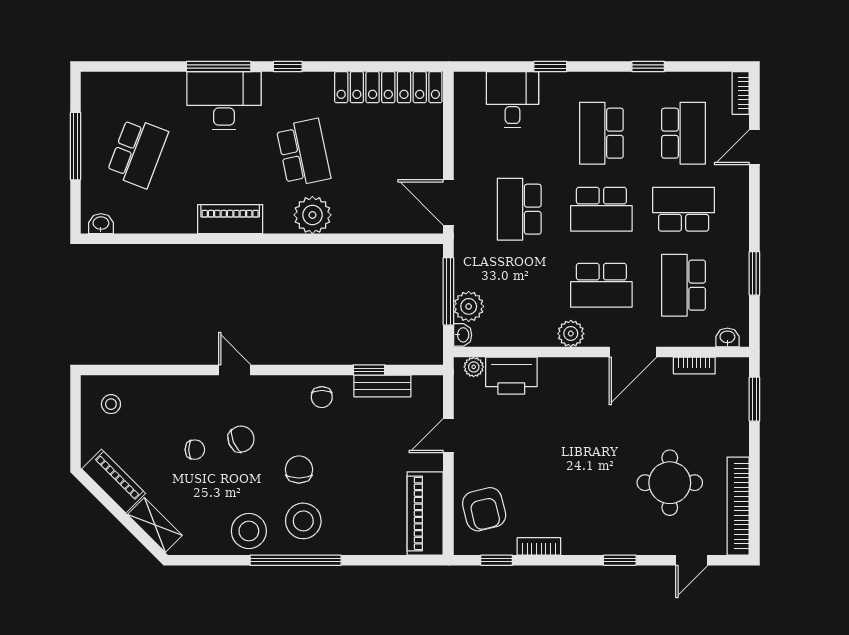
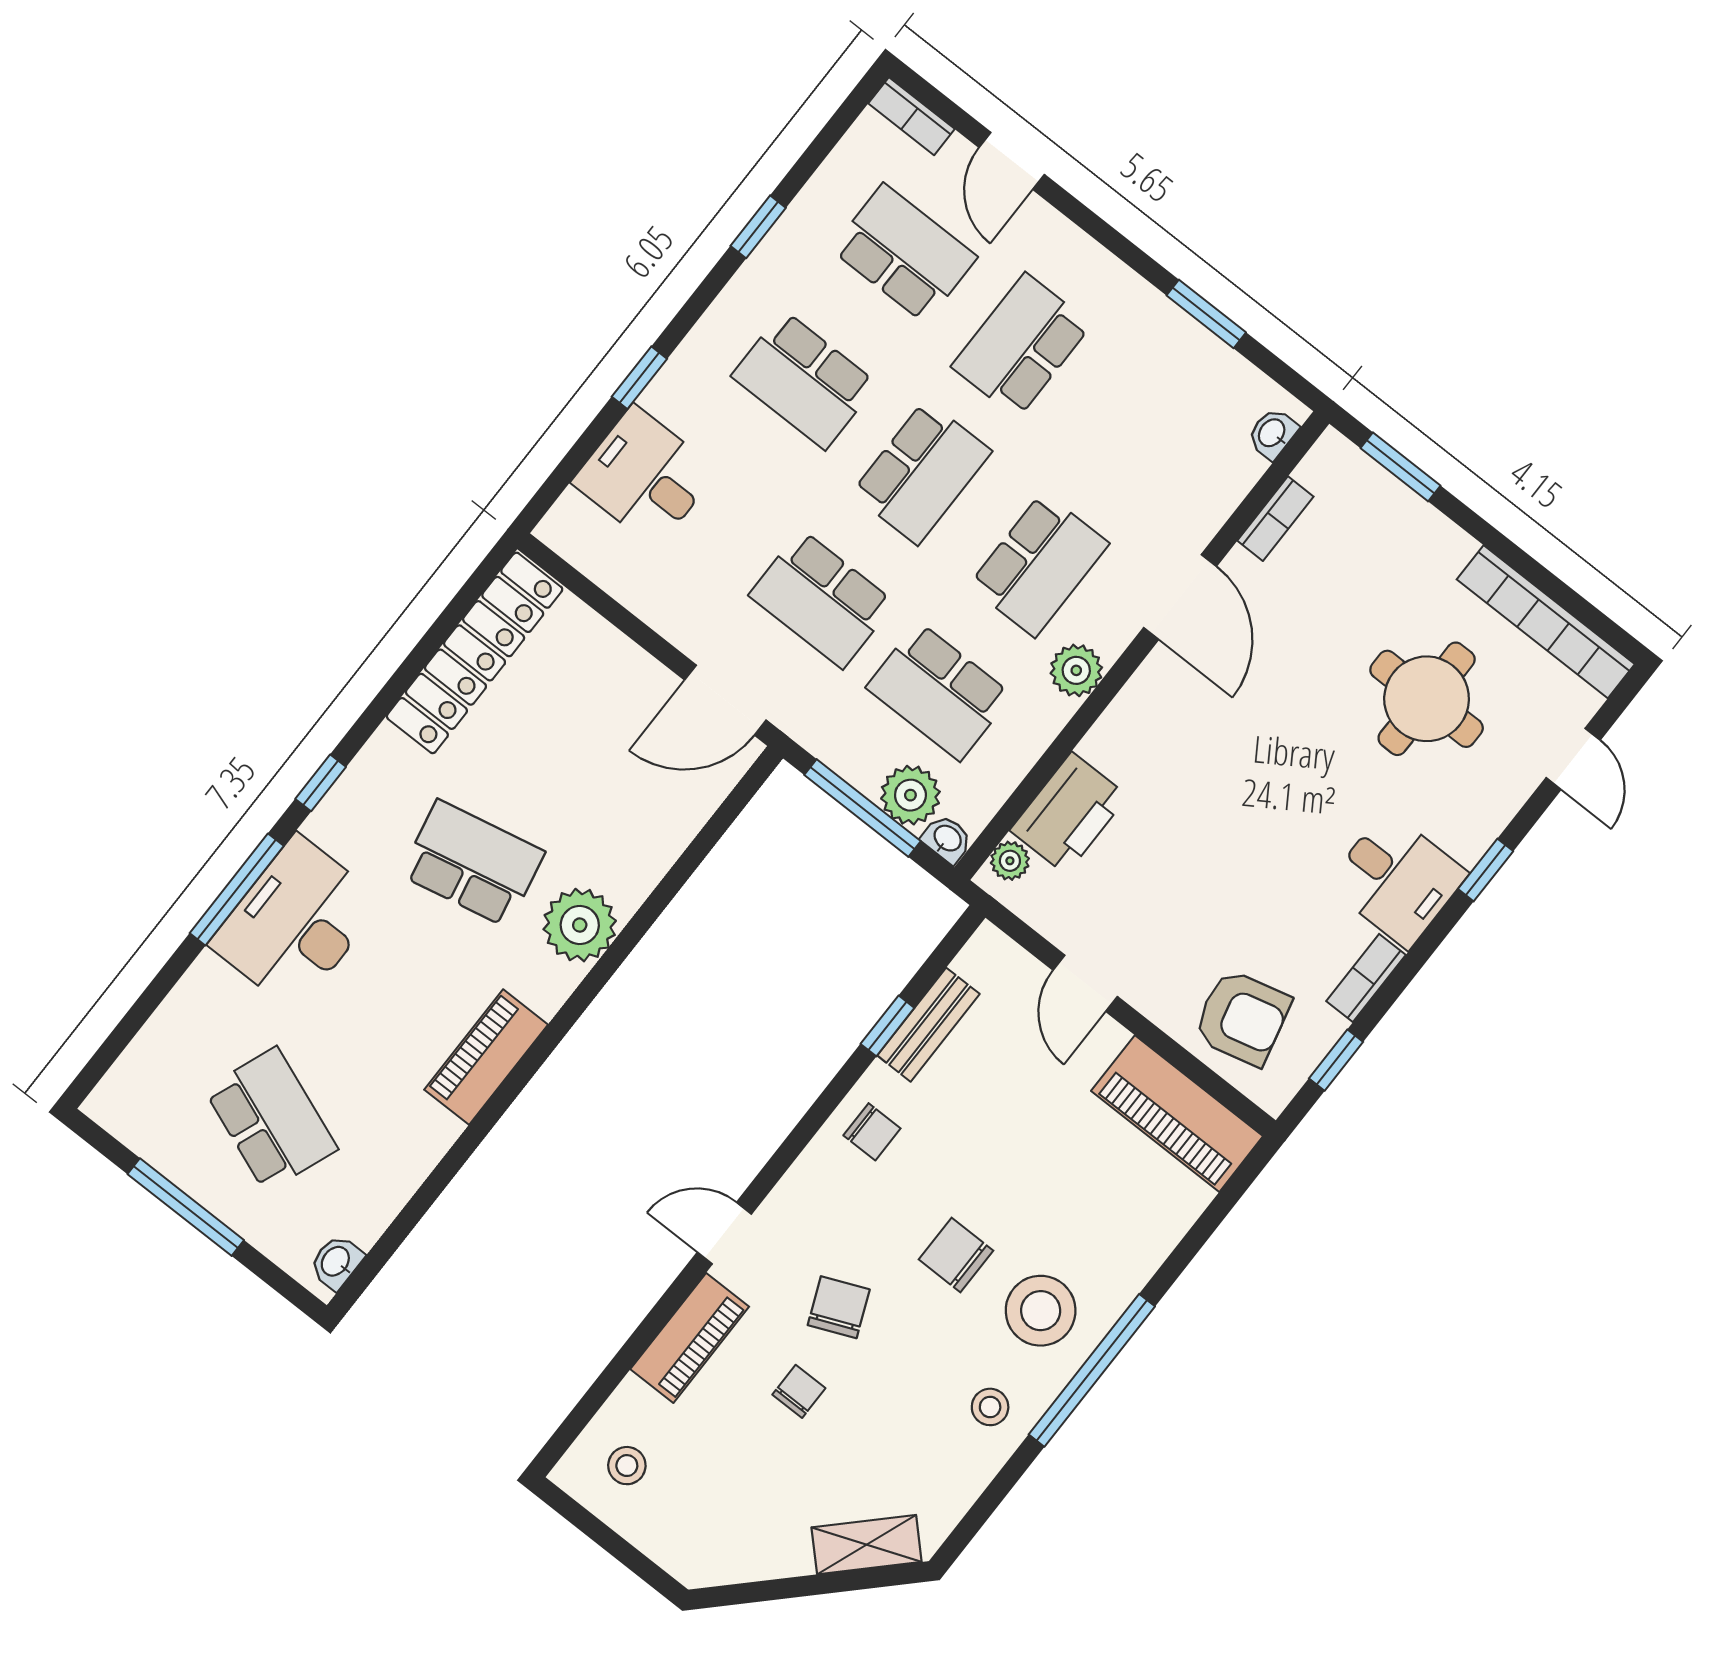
school desk: (684, 285) -> (939, 691), moved
piano: (114, 481) -> (690, 1338), moved, turned 135
desk: (588, 528) -> (1397, 879), added
stool: (249, 531) -> (990, 1407), width x0.53, depth x0.53

